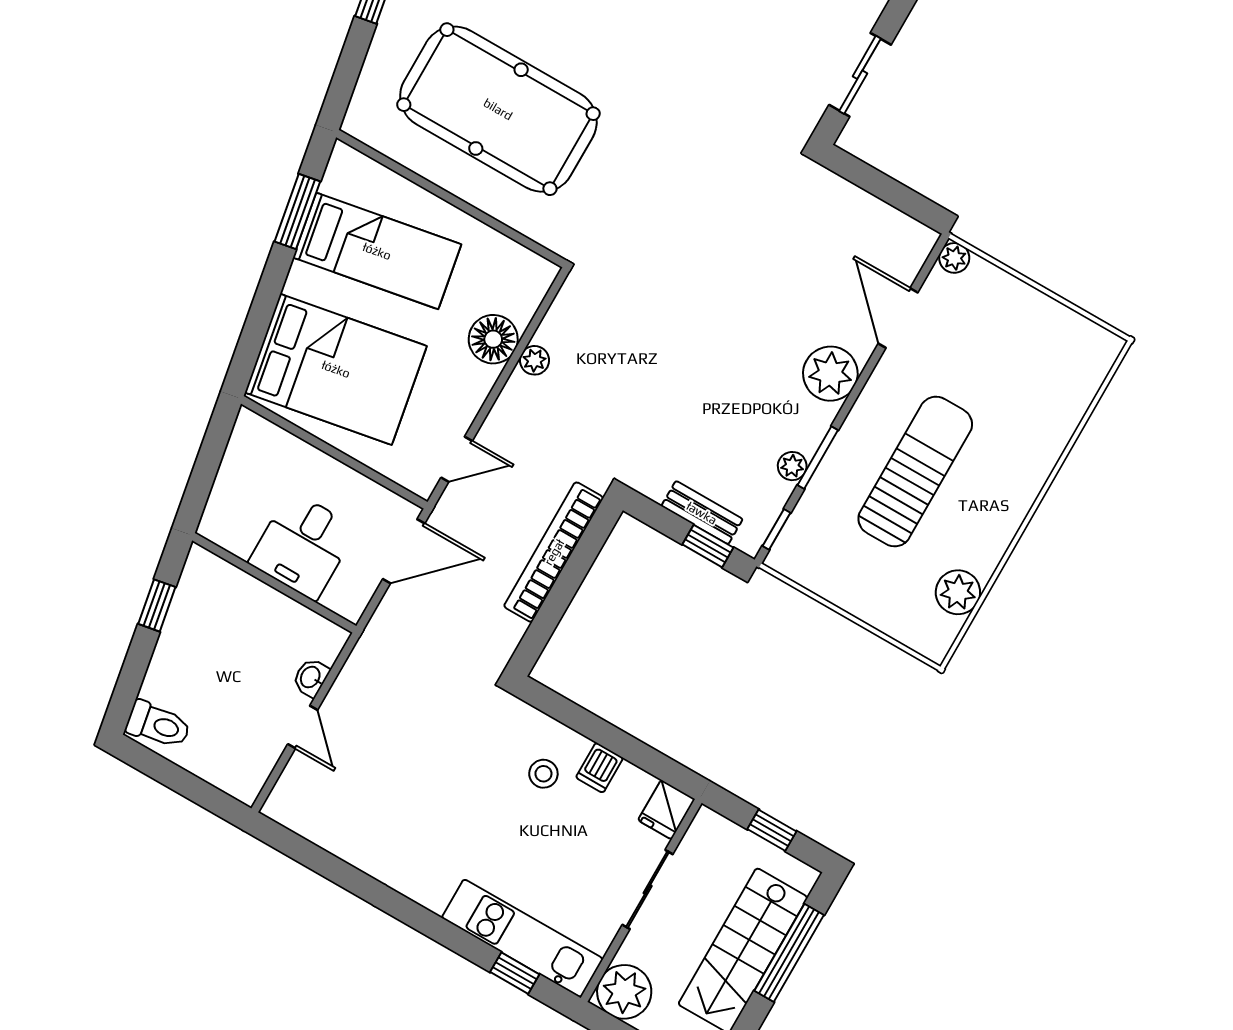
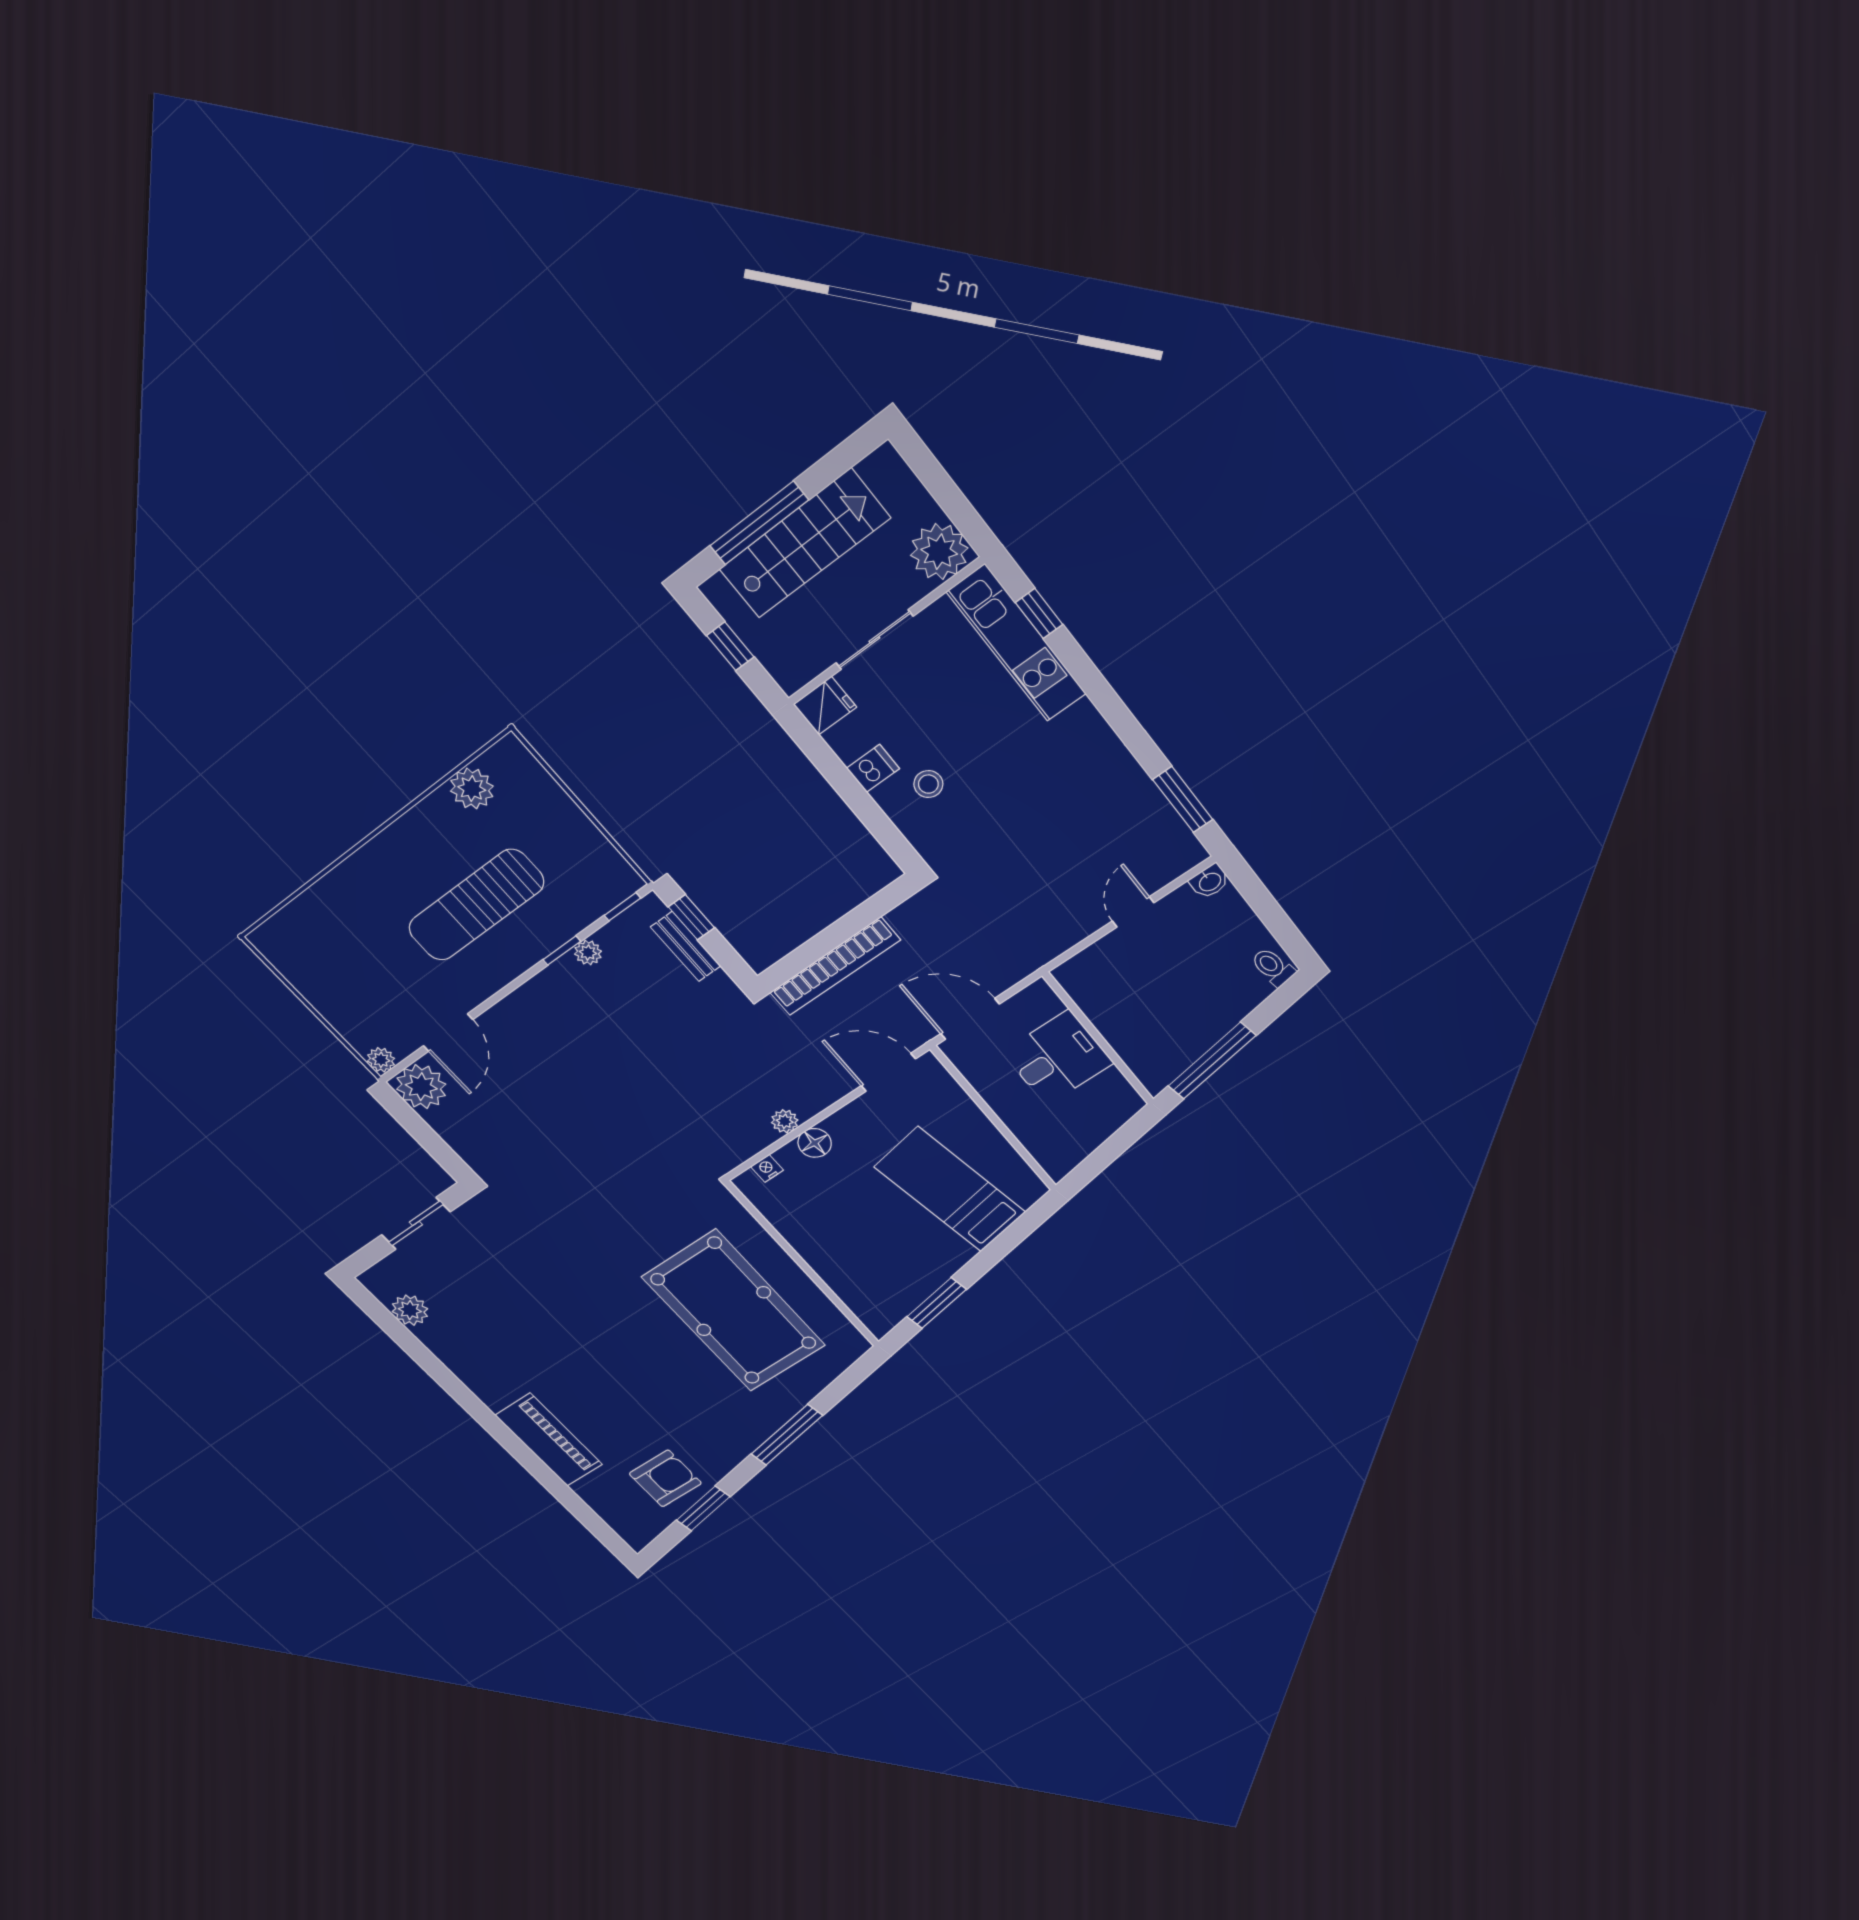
bed: (377, 251) -> (883, 1251), removed
nightstand: (531, 298) -> (767, 1168), added
floor lamp: (493, 339) -> (815, 1143), width x0.73, depth x0.73
bed: (336, 369) -> (950, 1189), width x0.67
plant: (830, 374) -> (421, 1087), moved
window: (818, 458) -> (562, 950), width x0.67
door: (457, 459) -> (888, 1072), width x1.38
window: (157, 605) -> (1212, 1061), width x2.17
washbasin: (311, 677) -> (1210, 881), moved
toilet: (158, 725) -> (1273, 967), width x0.73, depth x0.72
window: (310, 855) -> (1183, 800), added

